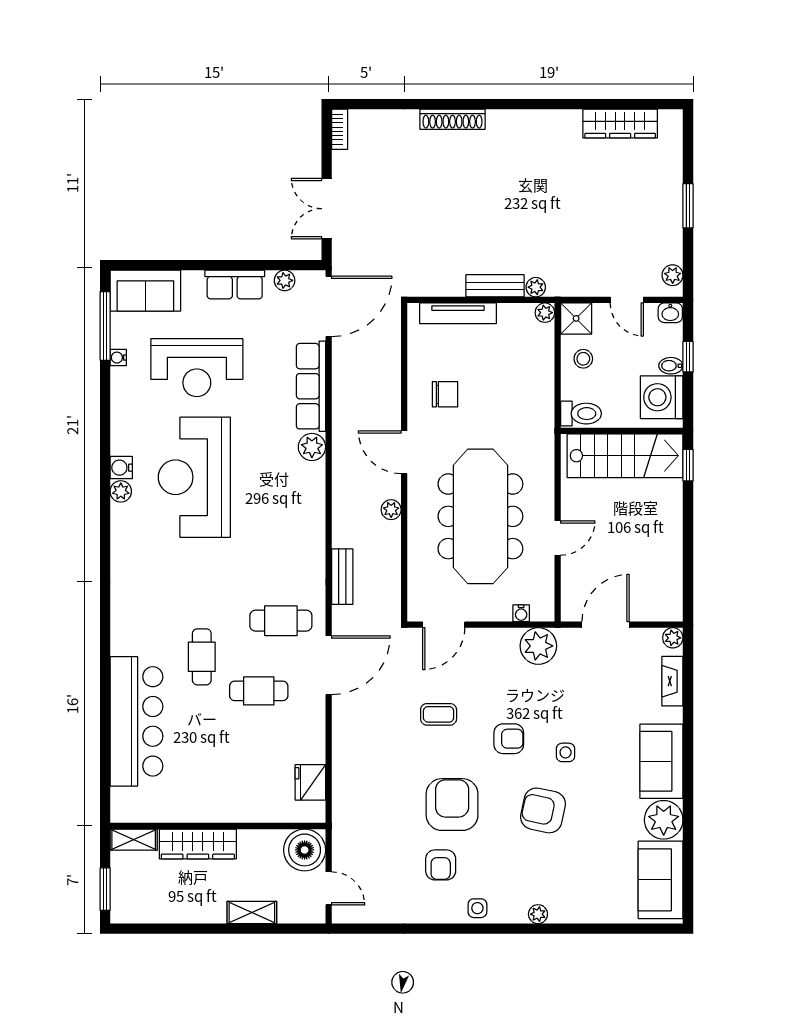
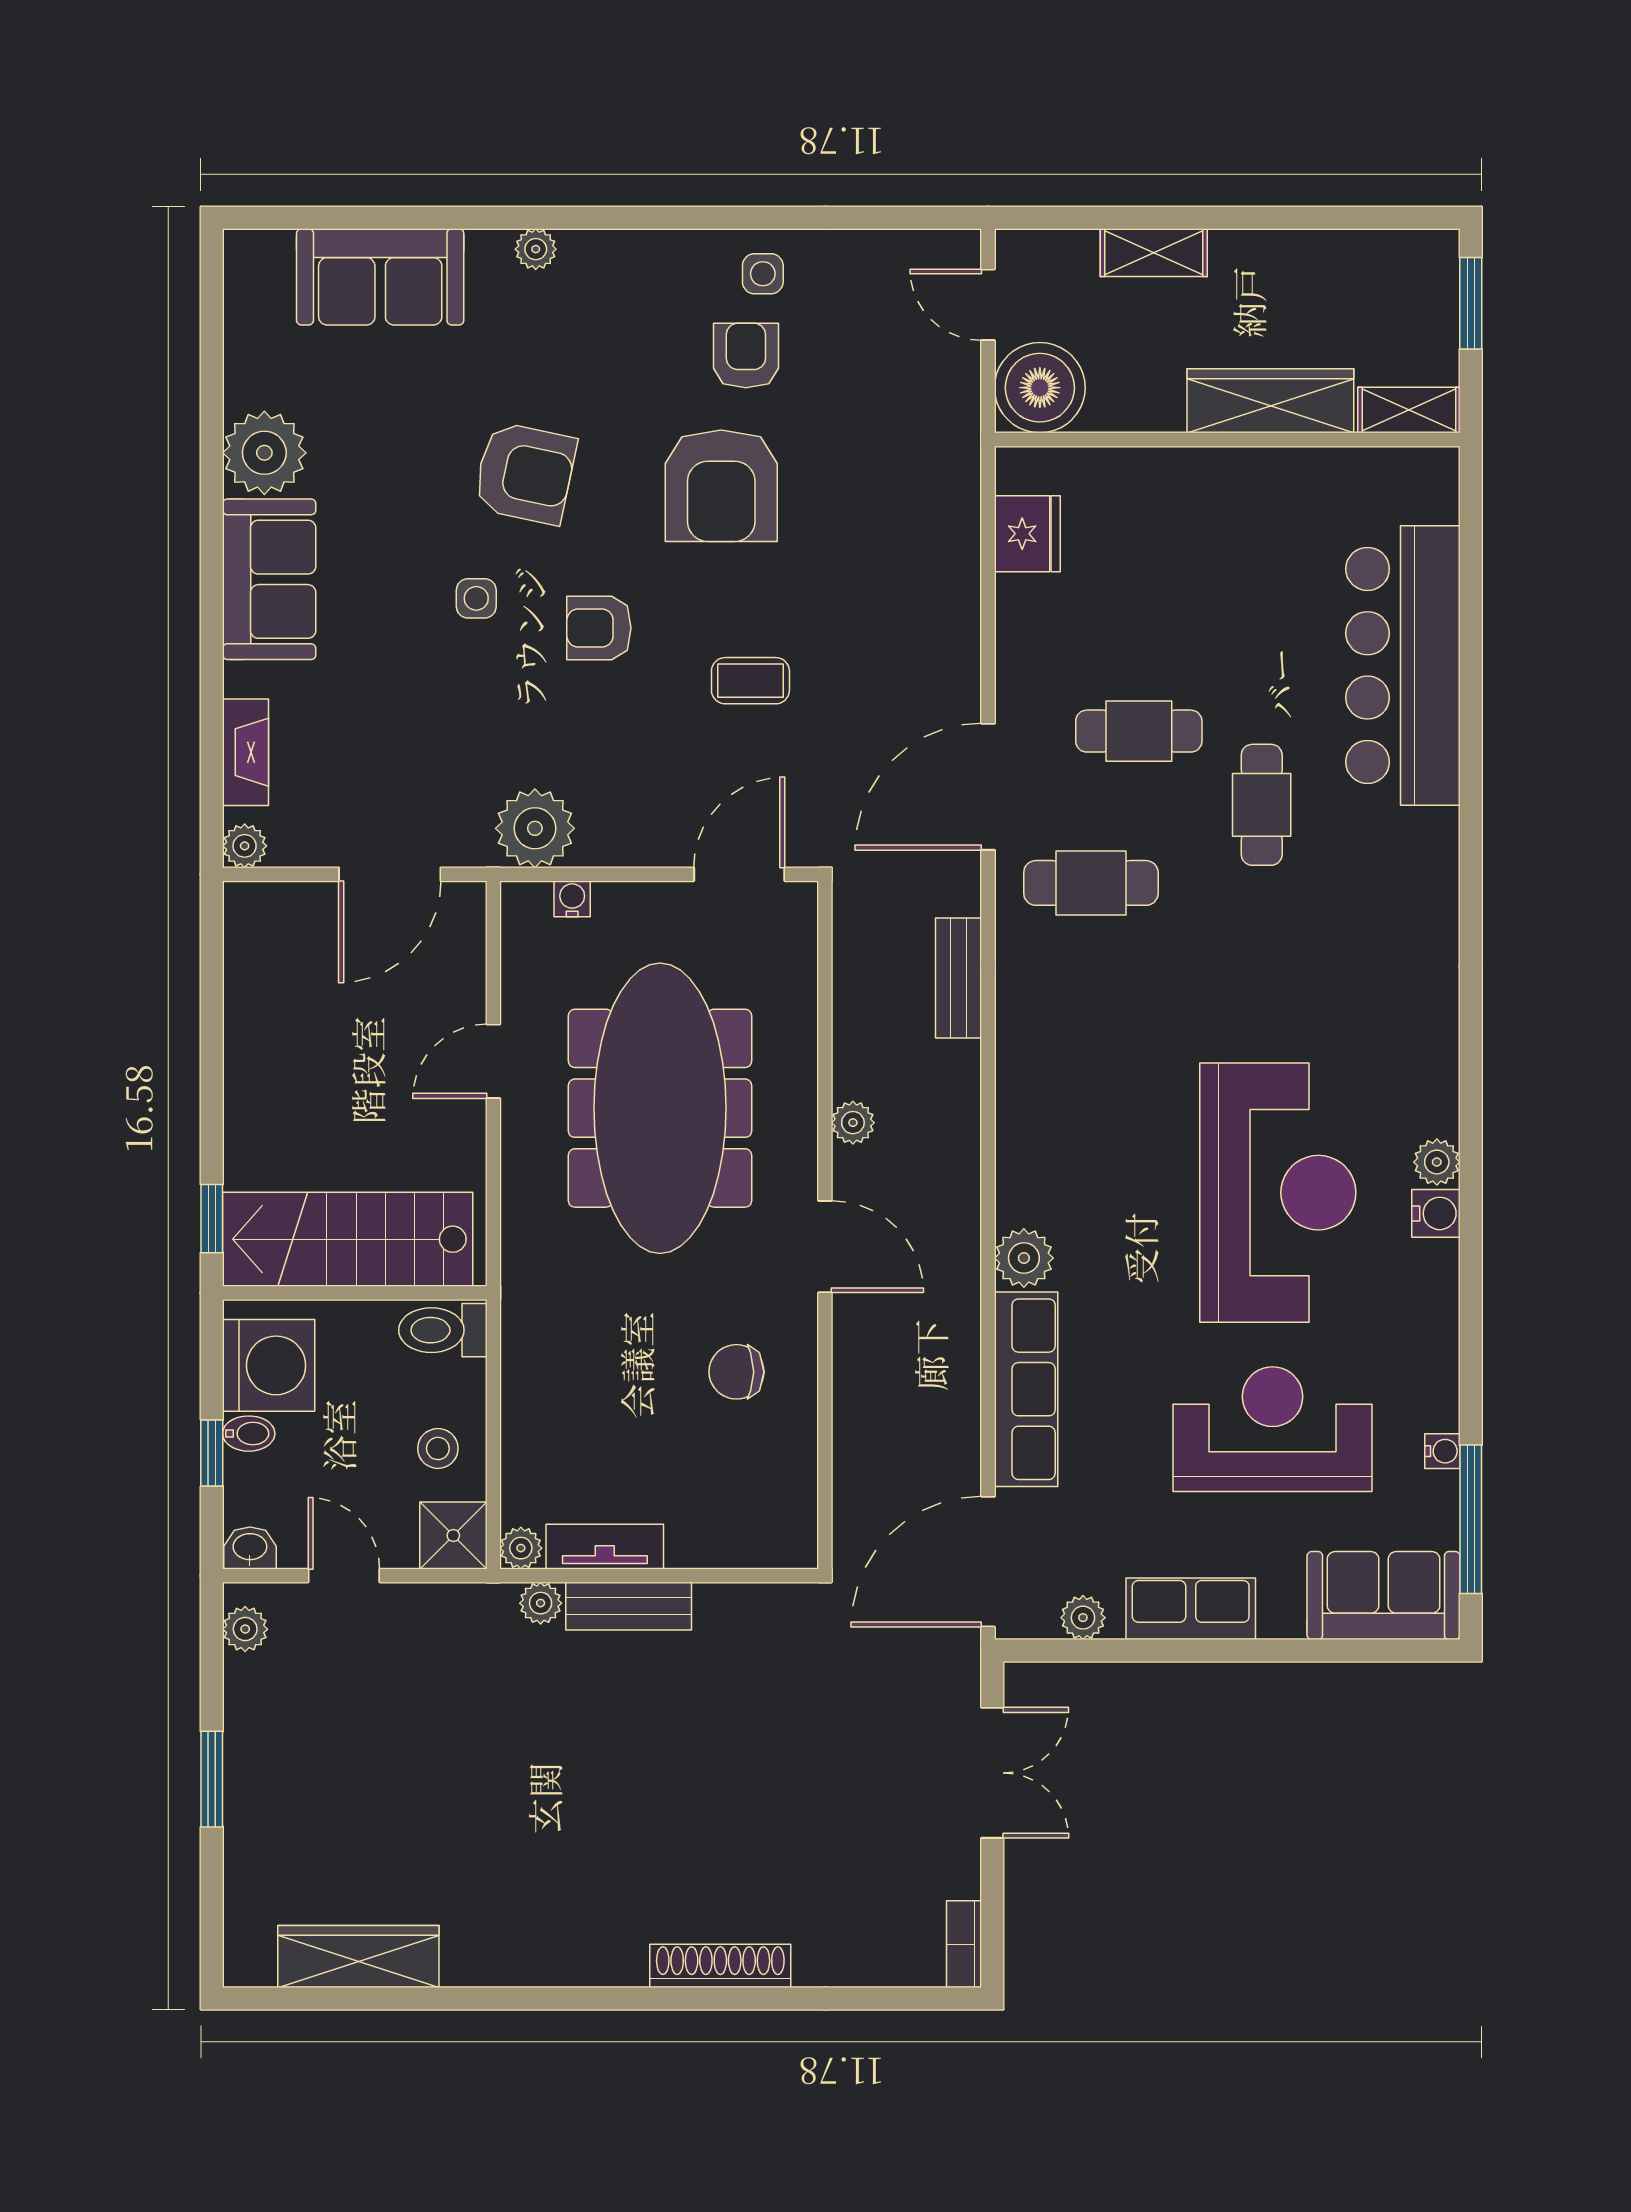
tv unit: (458, 313) -> (605, 1547), moved, width x0.71
sofa: (661, 880) -> (380, 277), moved, turned 90
side table: (477, 908) -> (763, 274), moved

